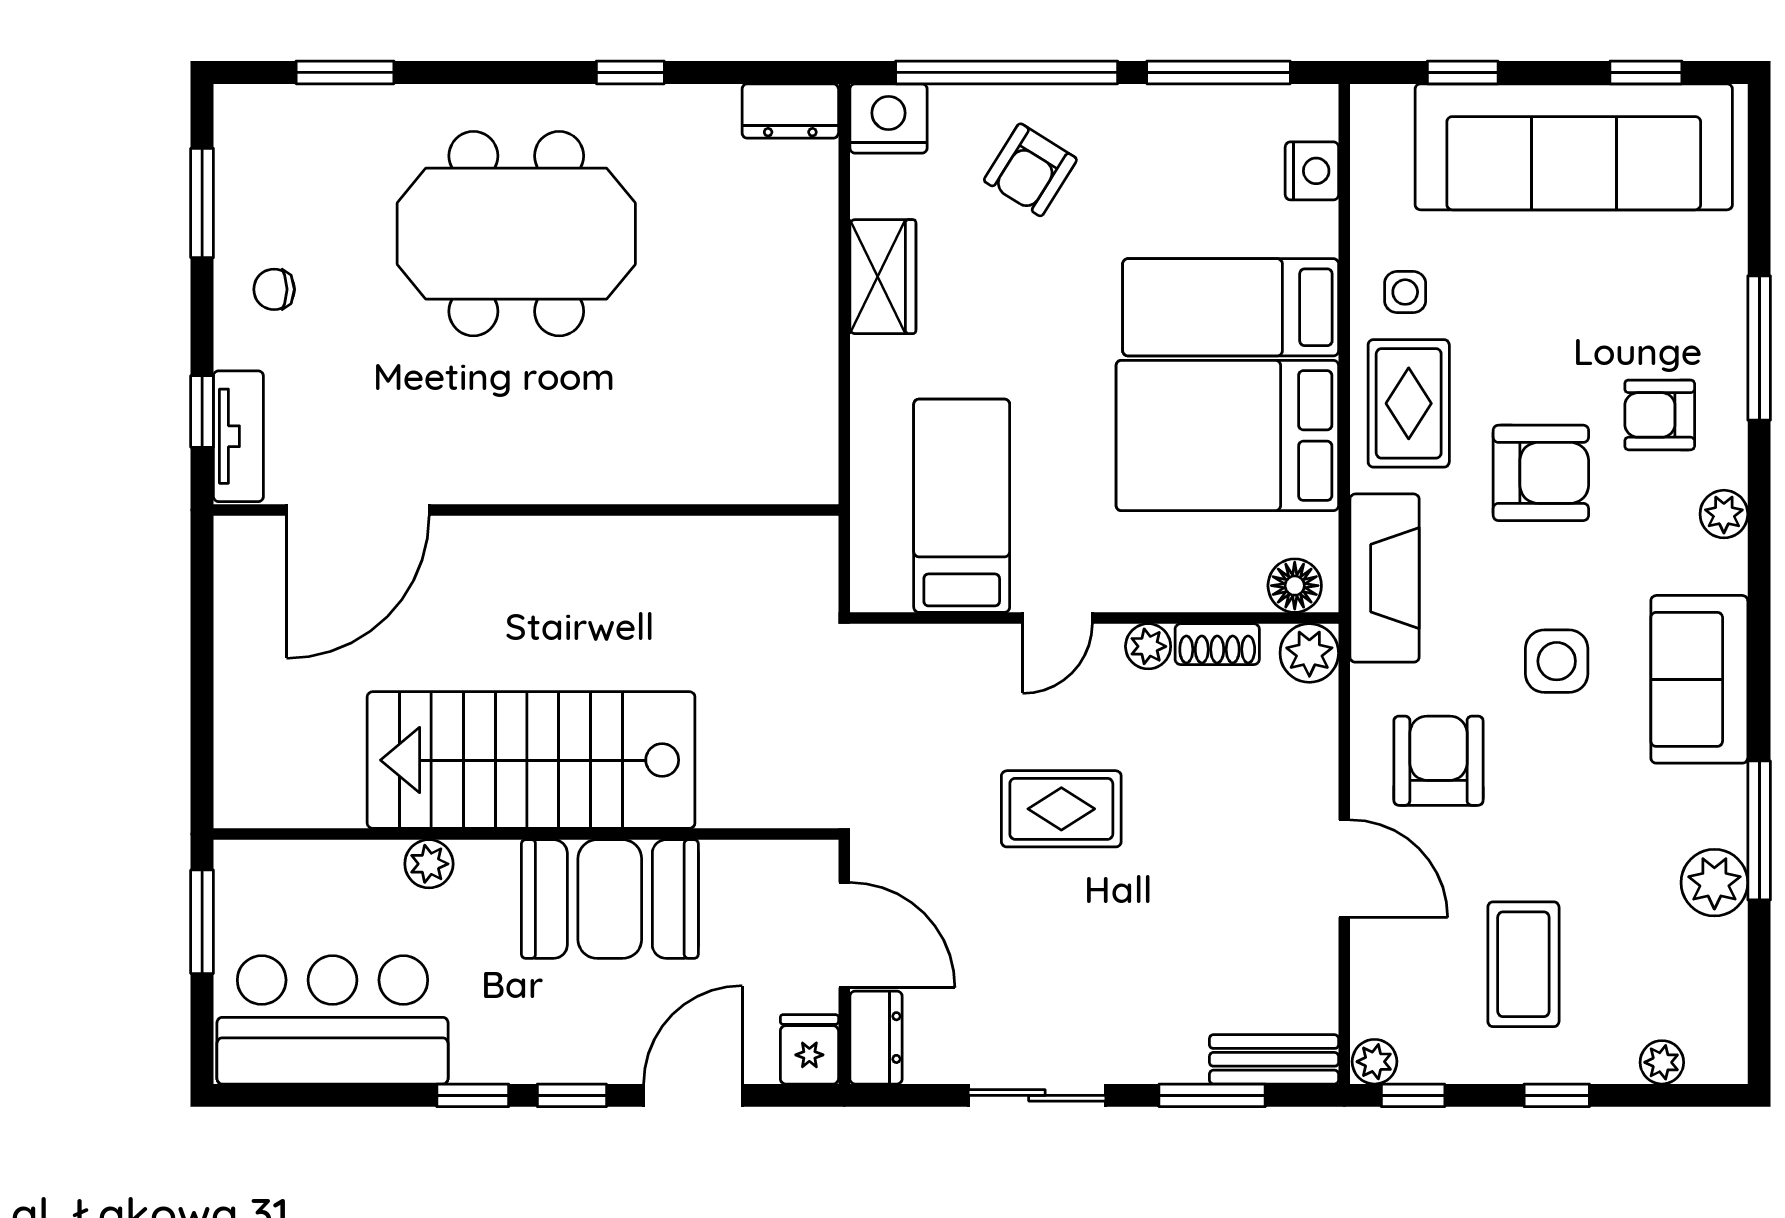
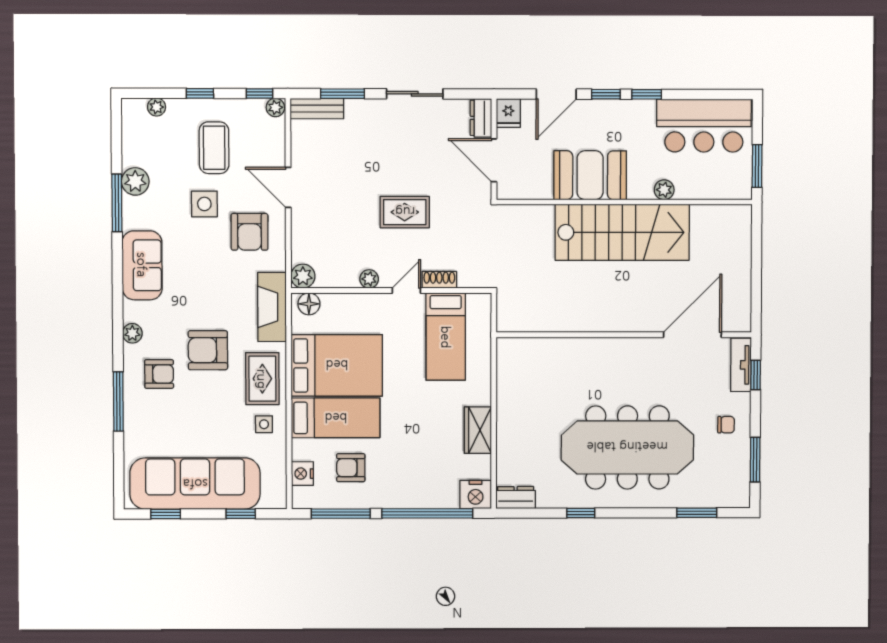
armchair: (1030, 170) -> (351, 468), moved, turned -122
meeting table: (516, 234) -> (627, 447), width x1.36
shoe rack: (1217, 644) -> (439, 280), moved
side table: (1557, 661) -> (204, 204), moved

